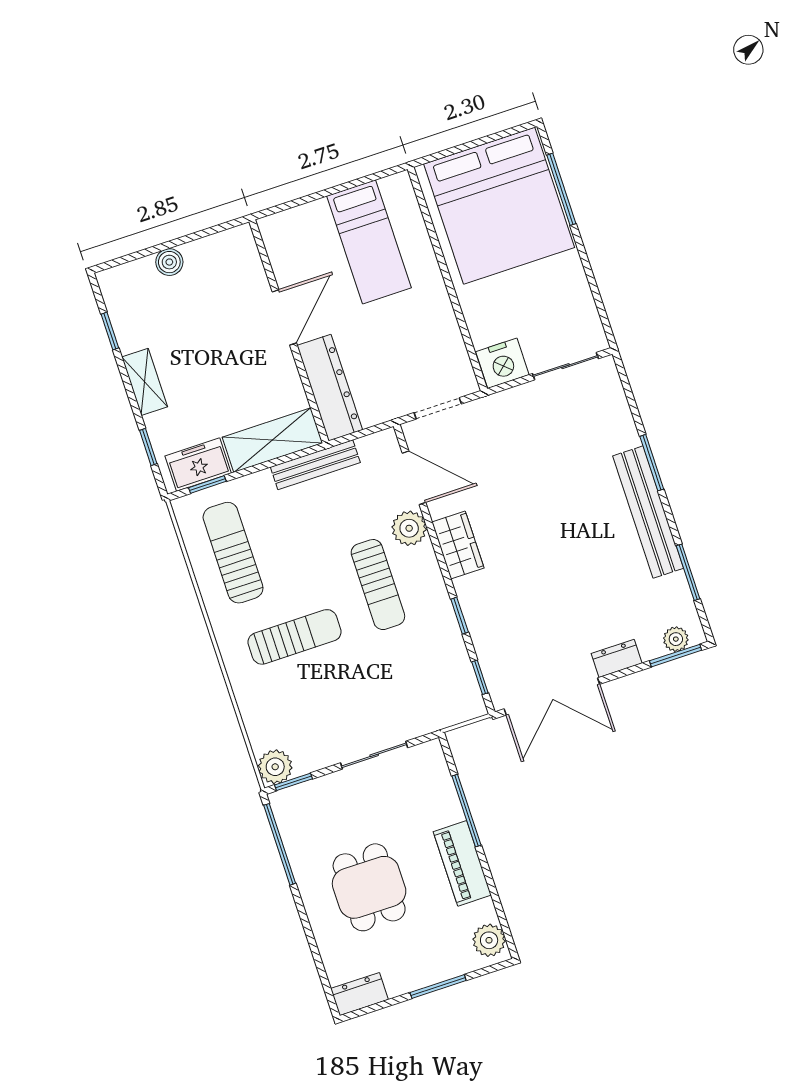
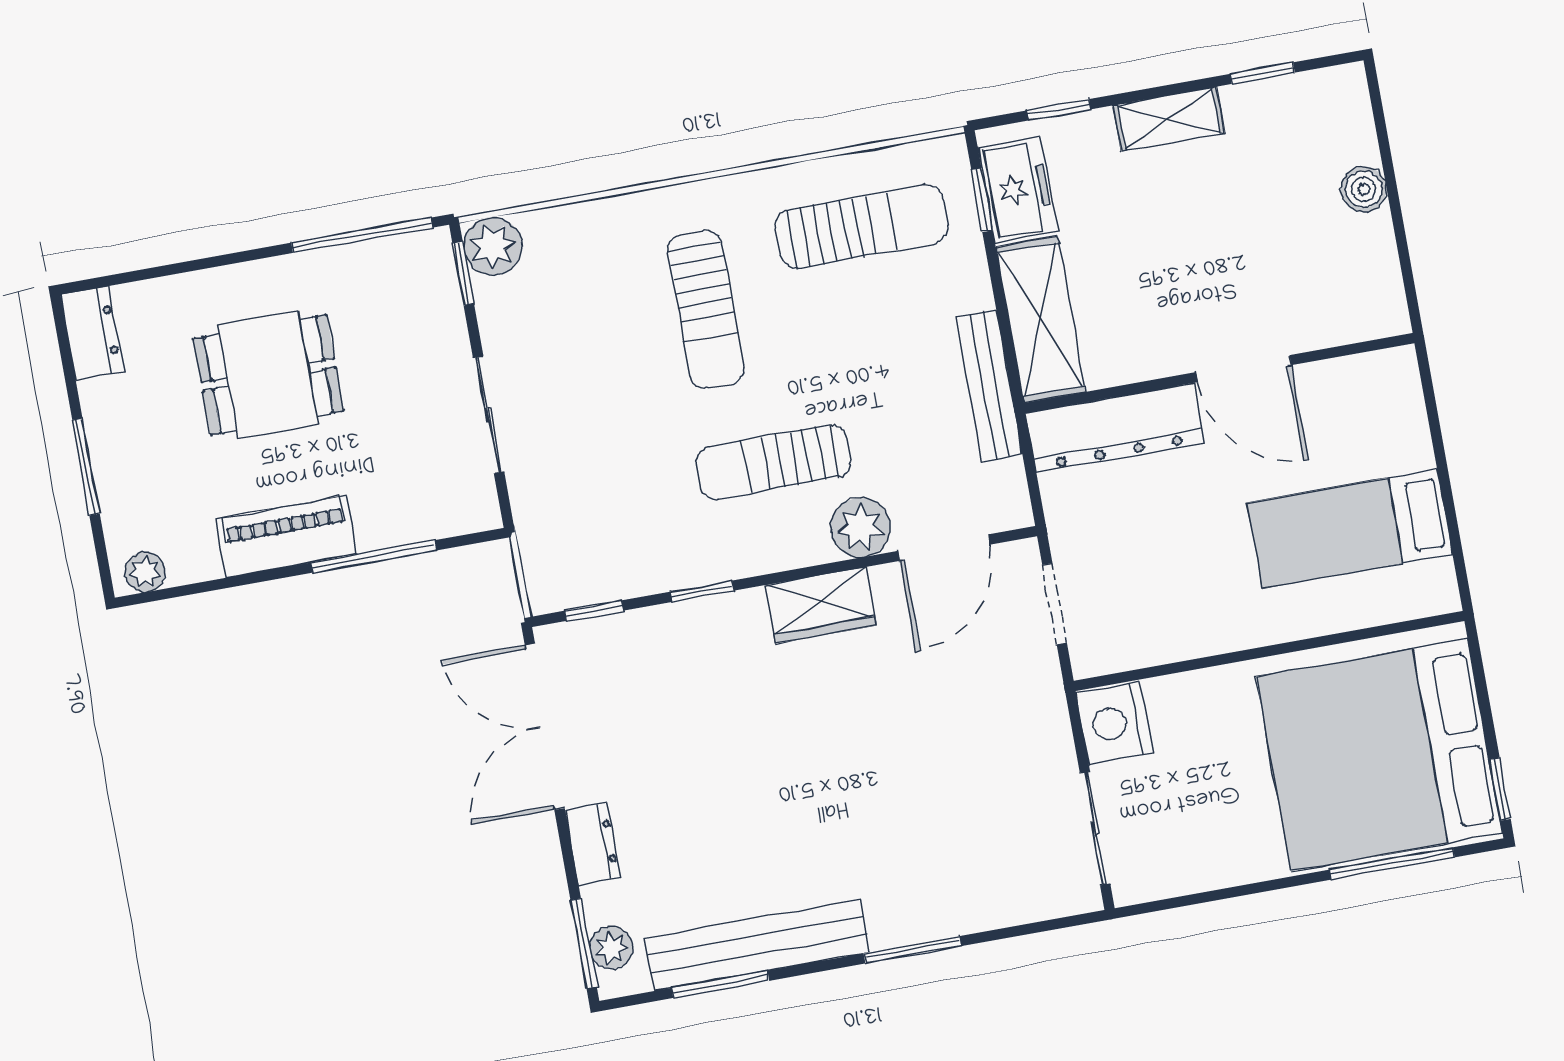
window: (509, 132) -> (1500, 789), added
bench: (648, 512) -> (757, 945), moved
plant: (489, 940) -> (145, 572), width x0.73, depth x0.73

